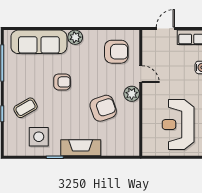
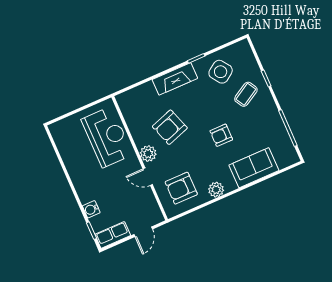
plant: (75, 37) -> (216, 190), moved
sofa: (39, 42) -> (254, 168), width x0.73
reception desk: (178, 125) -> (107, 137), moved
side table: (39, 137) -> (221, 72), turned -35

